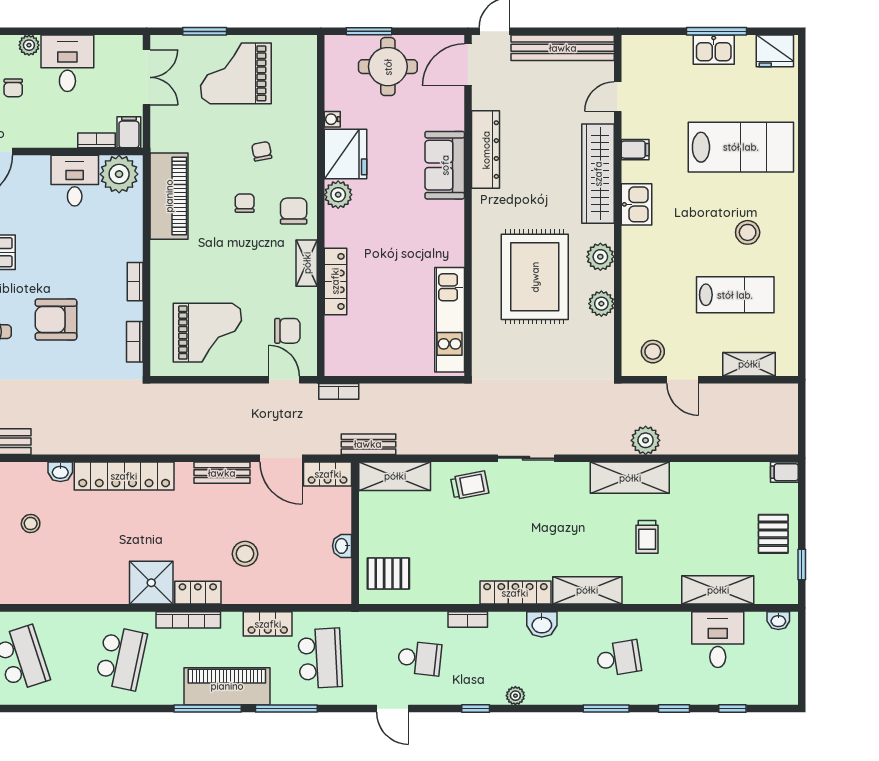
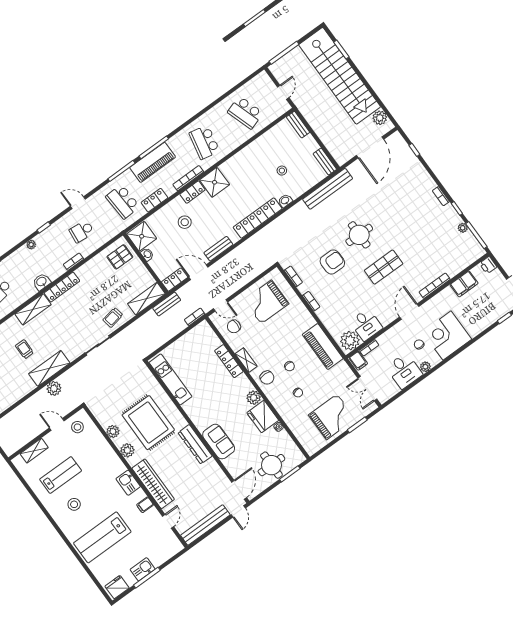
dresser: (486, 150) -> (195, 444), moved
lab bench: (735, 295) -> (61, 475), turned 180
shower: (330, 581) -> (142, 236), added

